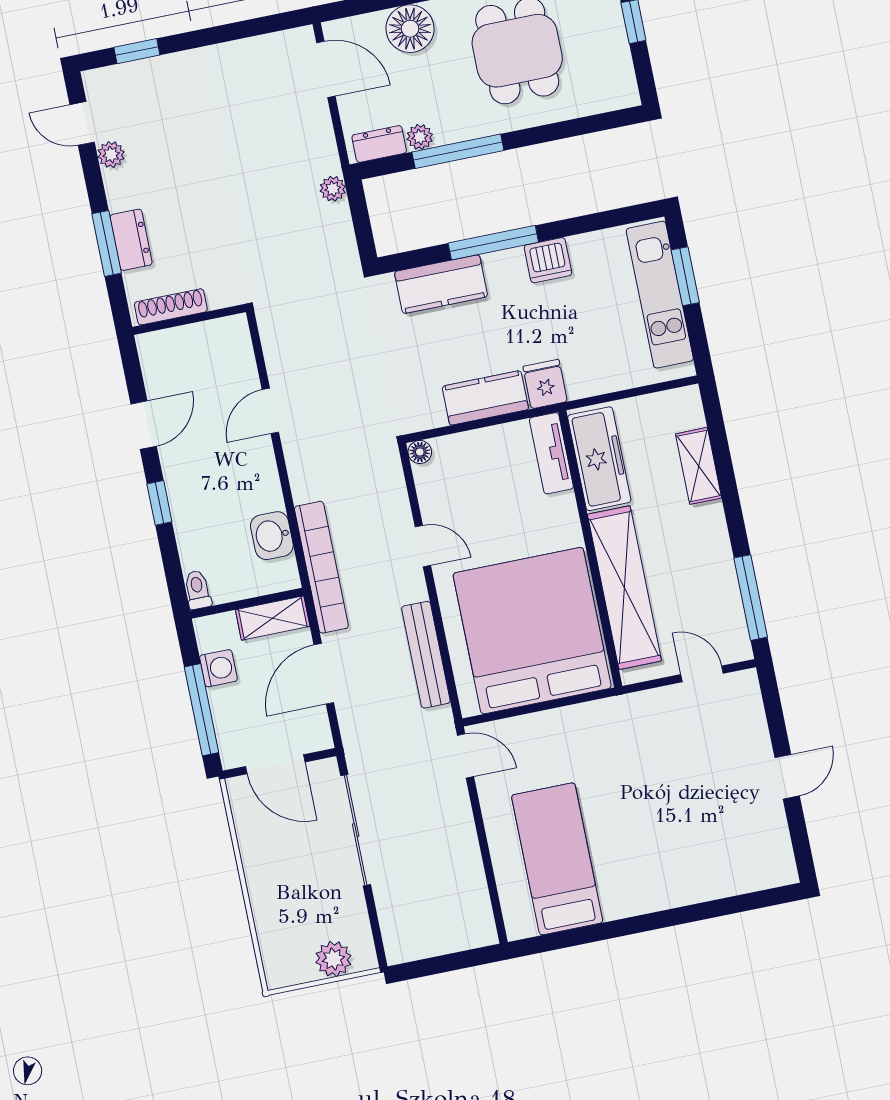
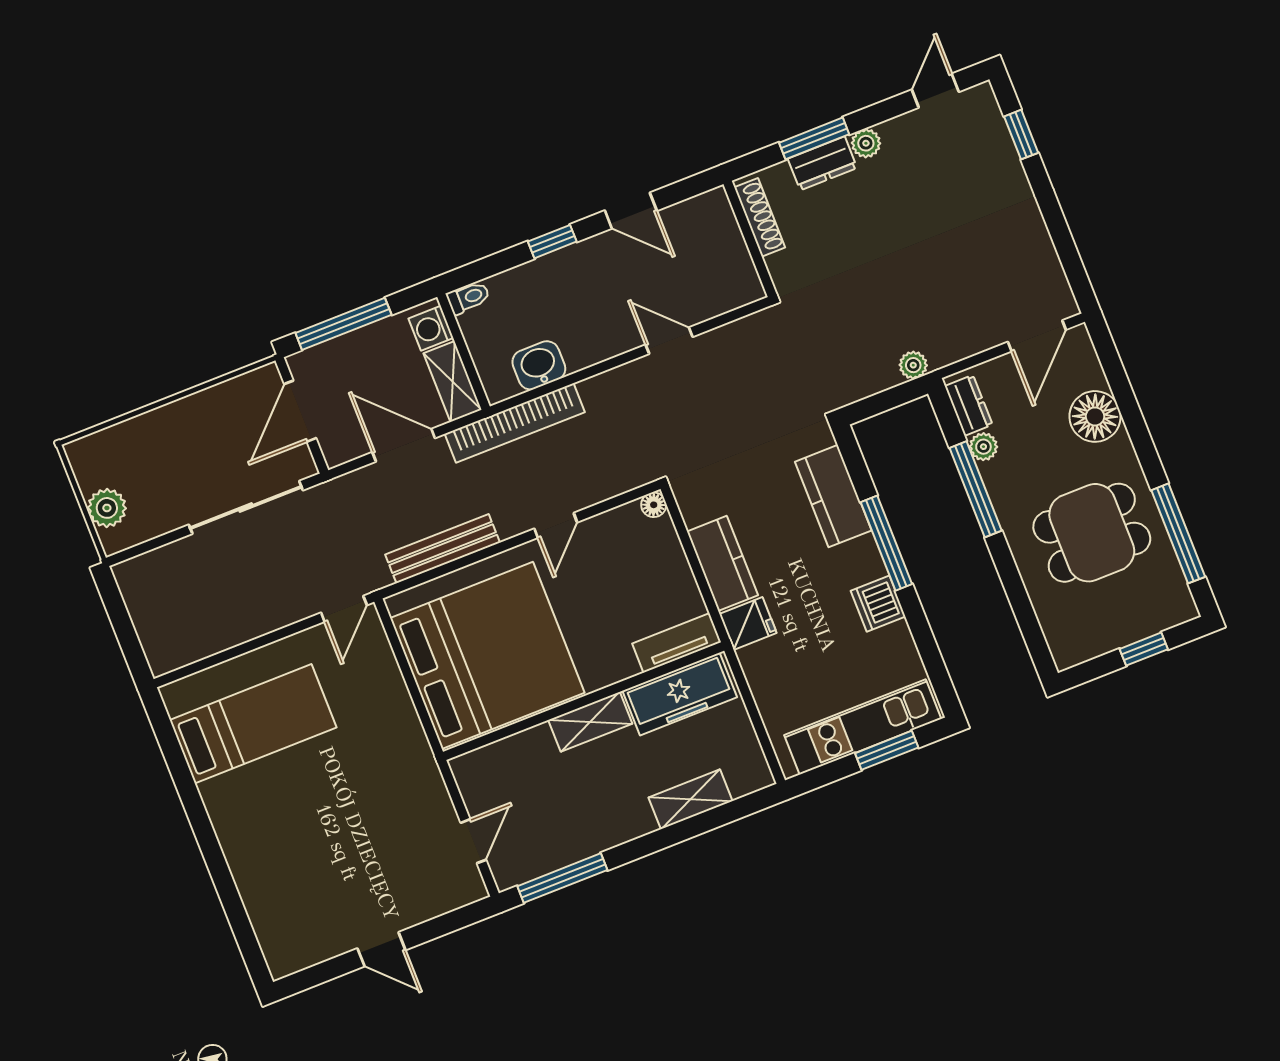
plant: (111, 155) -> (866, 143), moved
shelving: (624, 588) -> (590, 722), width x0.45, depth x0.75
washing machine: (218, 668) -> (431, 328), moved, turned 90

